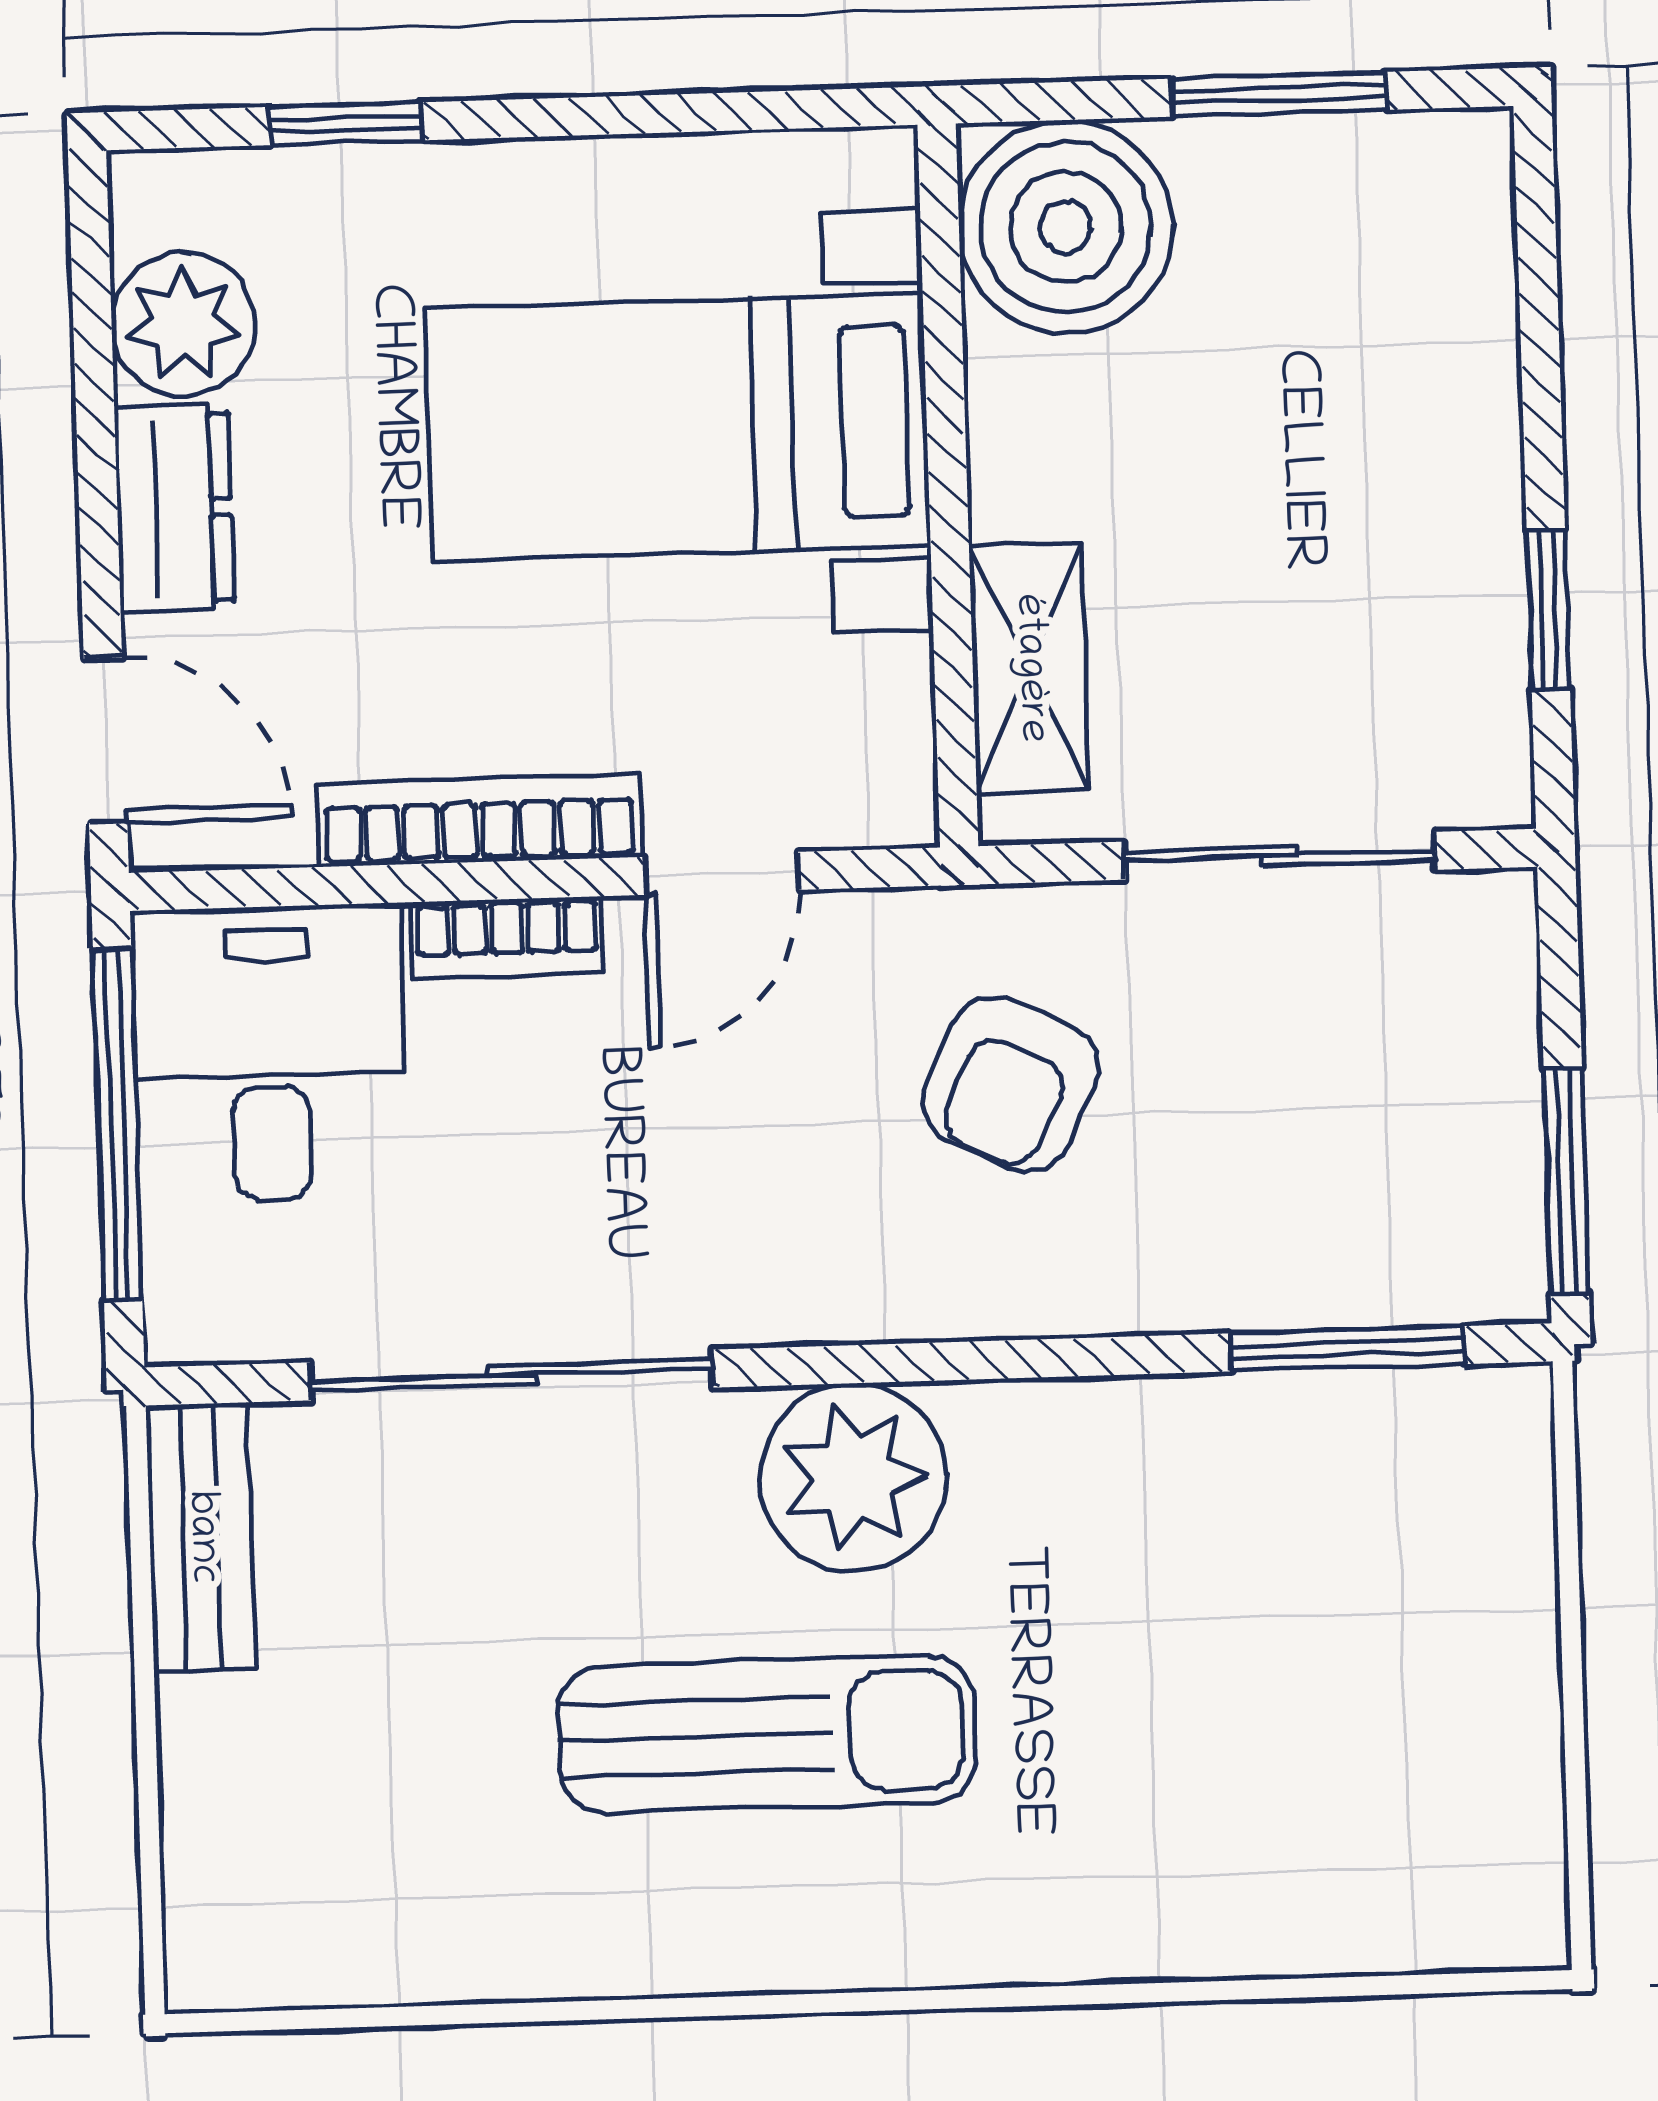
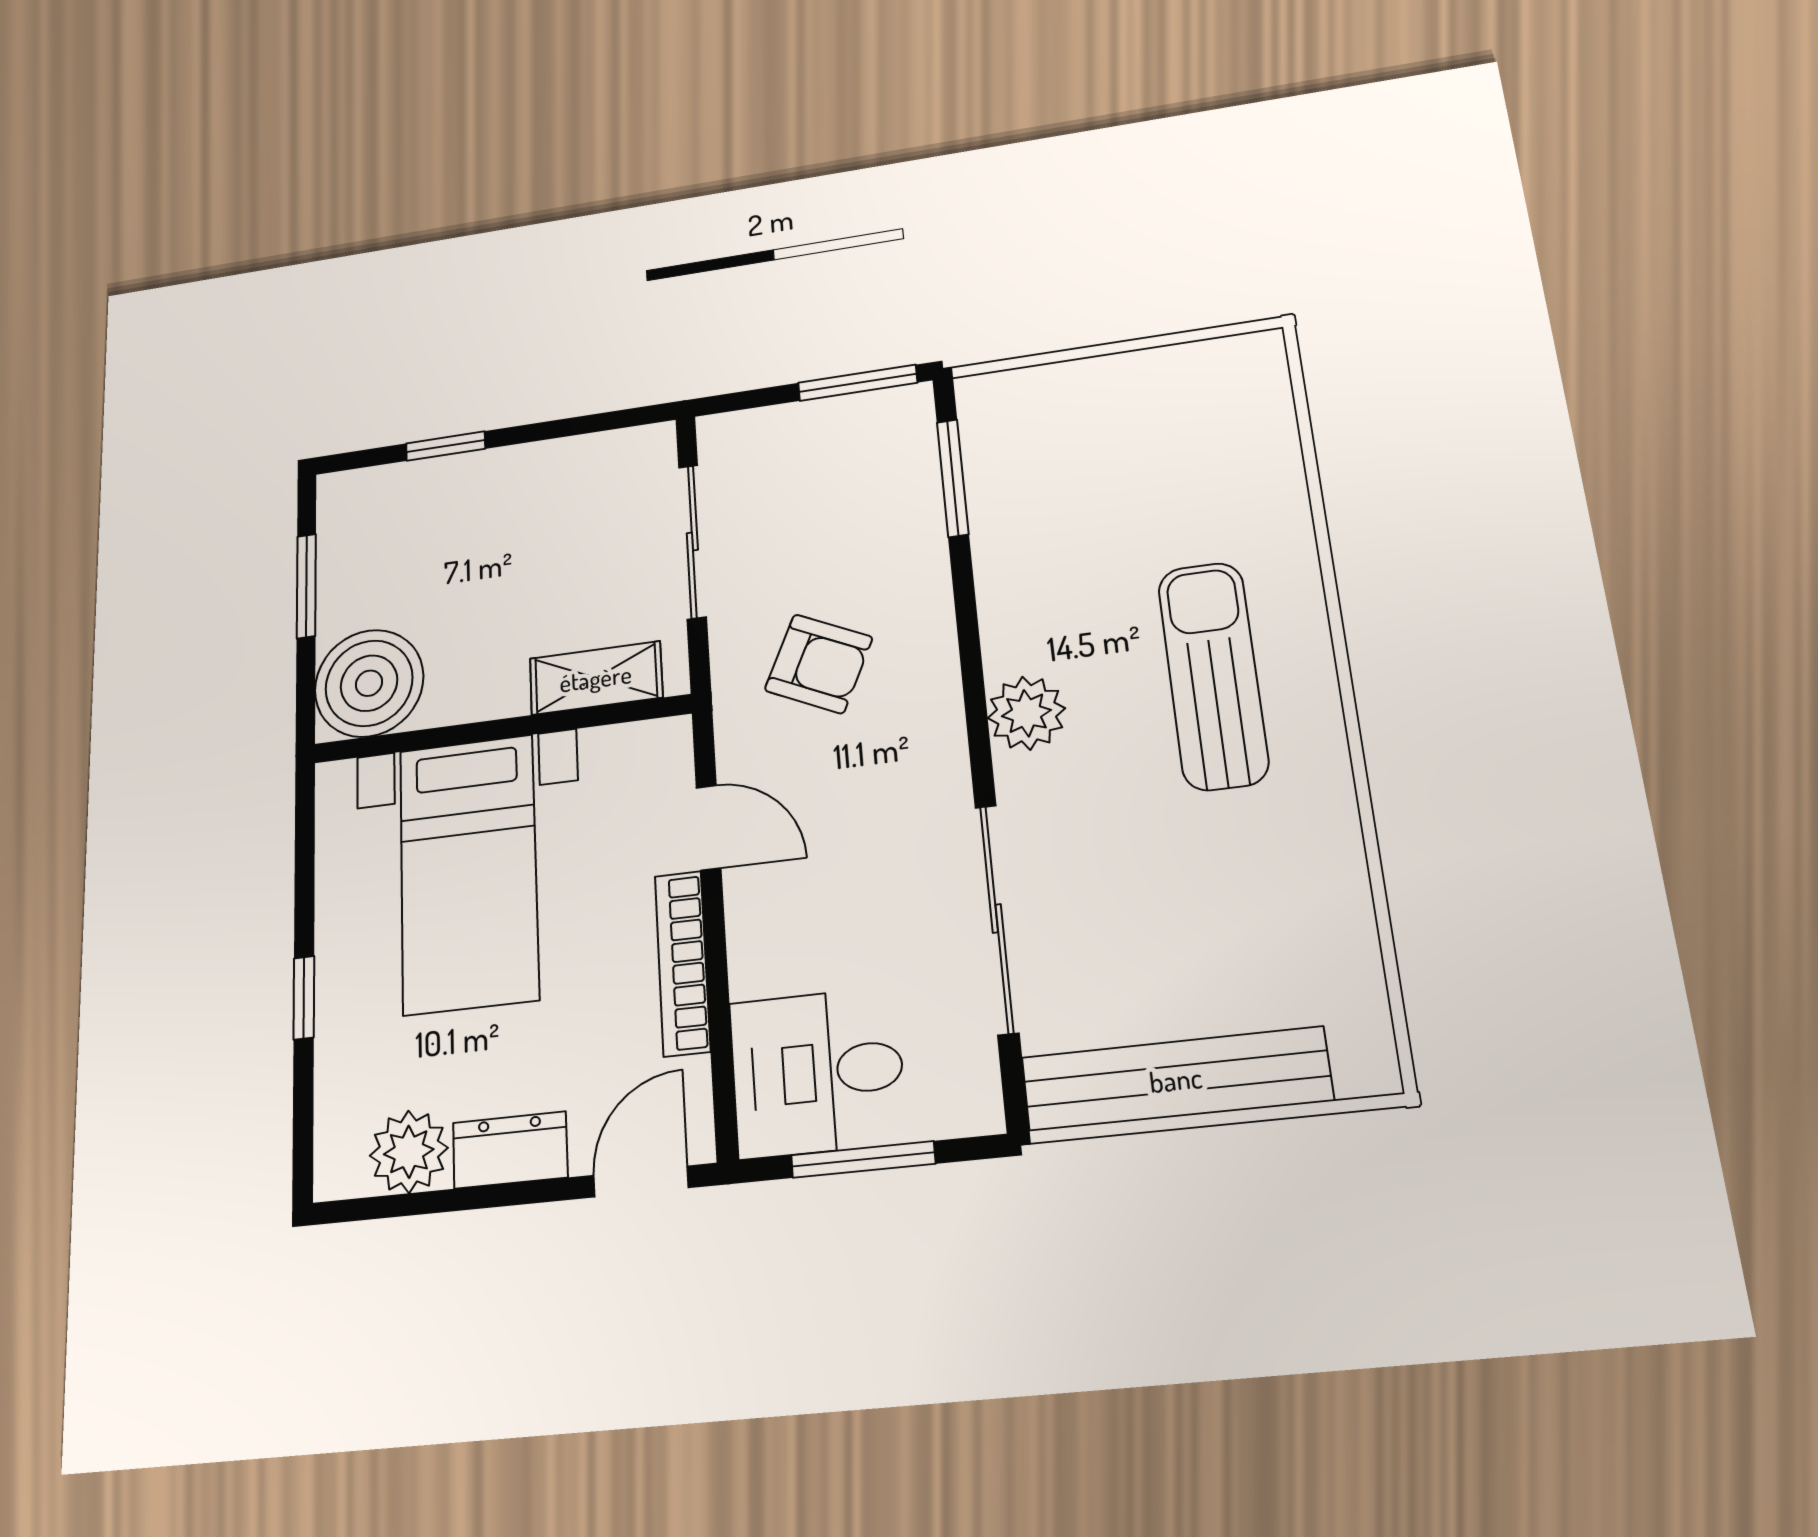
window: (346, 124) -> (304, 998), moved
window: (1548, 610) -> (446, 446), moved
bookcase: (507, 937) -> (747, 942), removed
window: (118, 1124) -> (863, 1159), width x0.69
plant: (853, 1477) -> (1026, 713), width x0.73, depth x0.73
bench: (201, 1537) -> (1176, 1079), width x1.86, depth x1.21
sun lounger: (767, 1734) -> (1213, 675), moved

